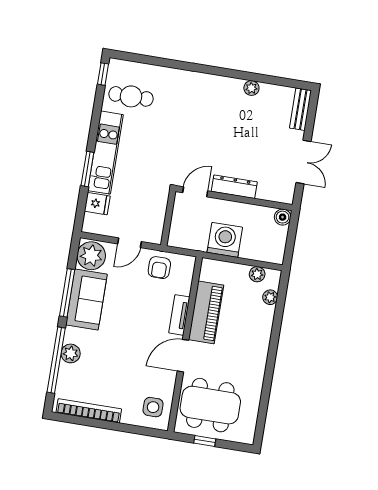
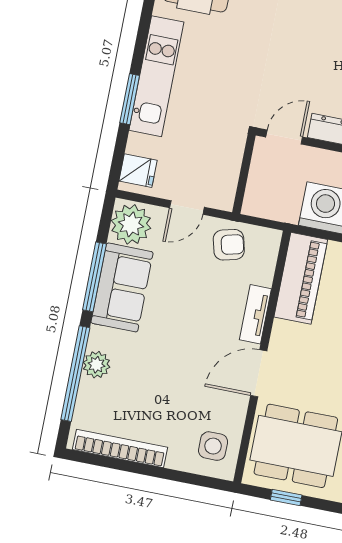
fridge: (97, 204) -> (138, 171), moved
armchair: (159, 268) -> (229, 245), turned -104
piano: (206, 312) -> (301, 278), moved

